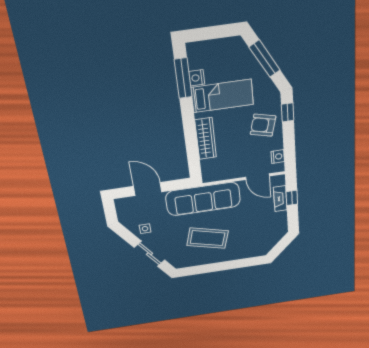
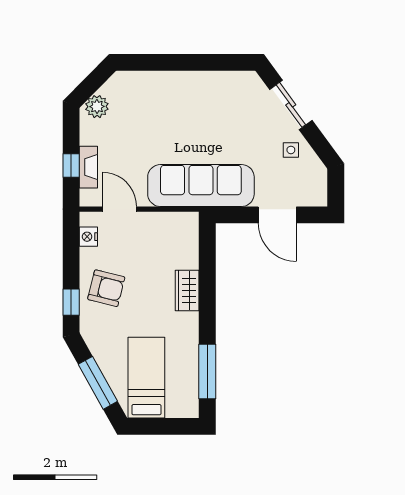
nightstand: (197, 78) -> (190, 369), removed
bed: (222, 96) -> (146, 378), moved, turned 90
wardrobe: (206, 139) -> (187, 291), width x0.67
plant: (277, 234) -> (97, 107), added
coffee table: (208, 238) -> (202, 117), removed

